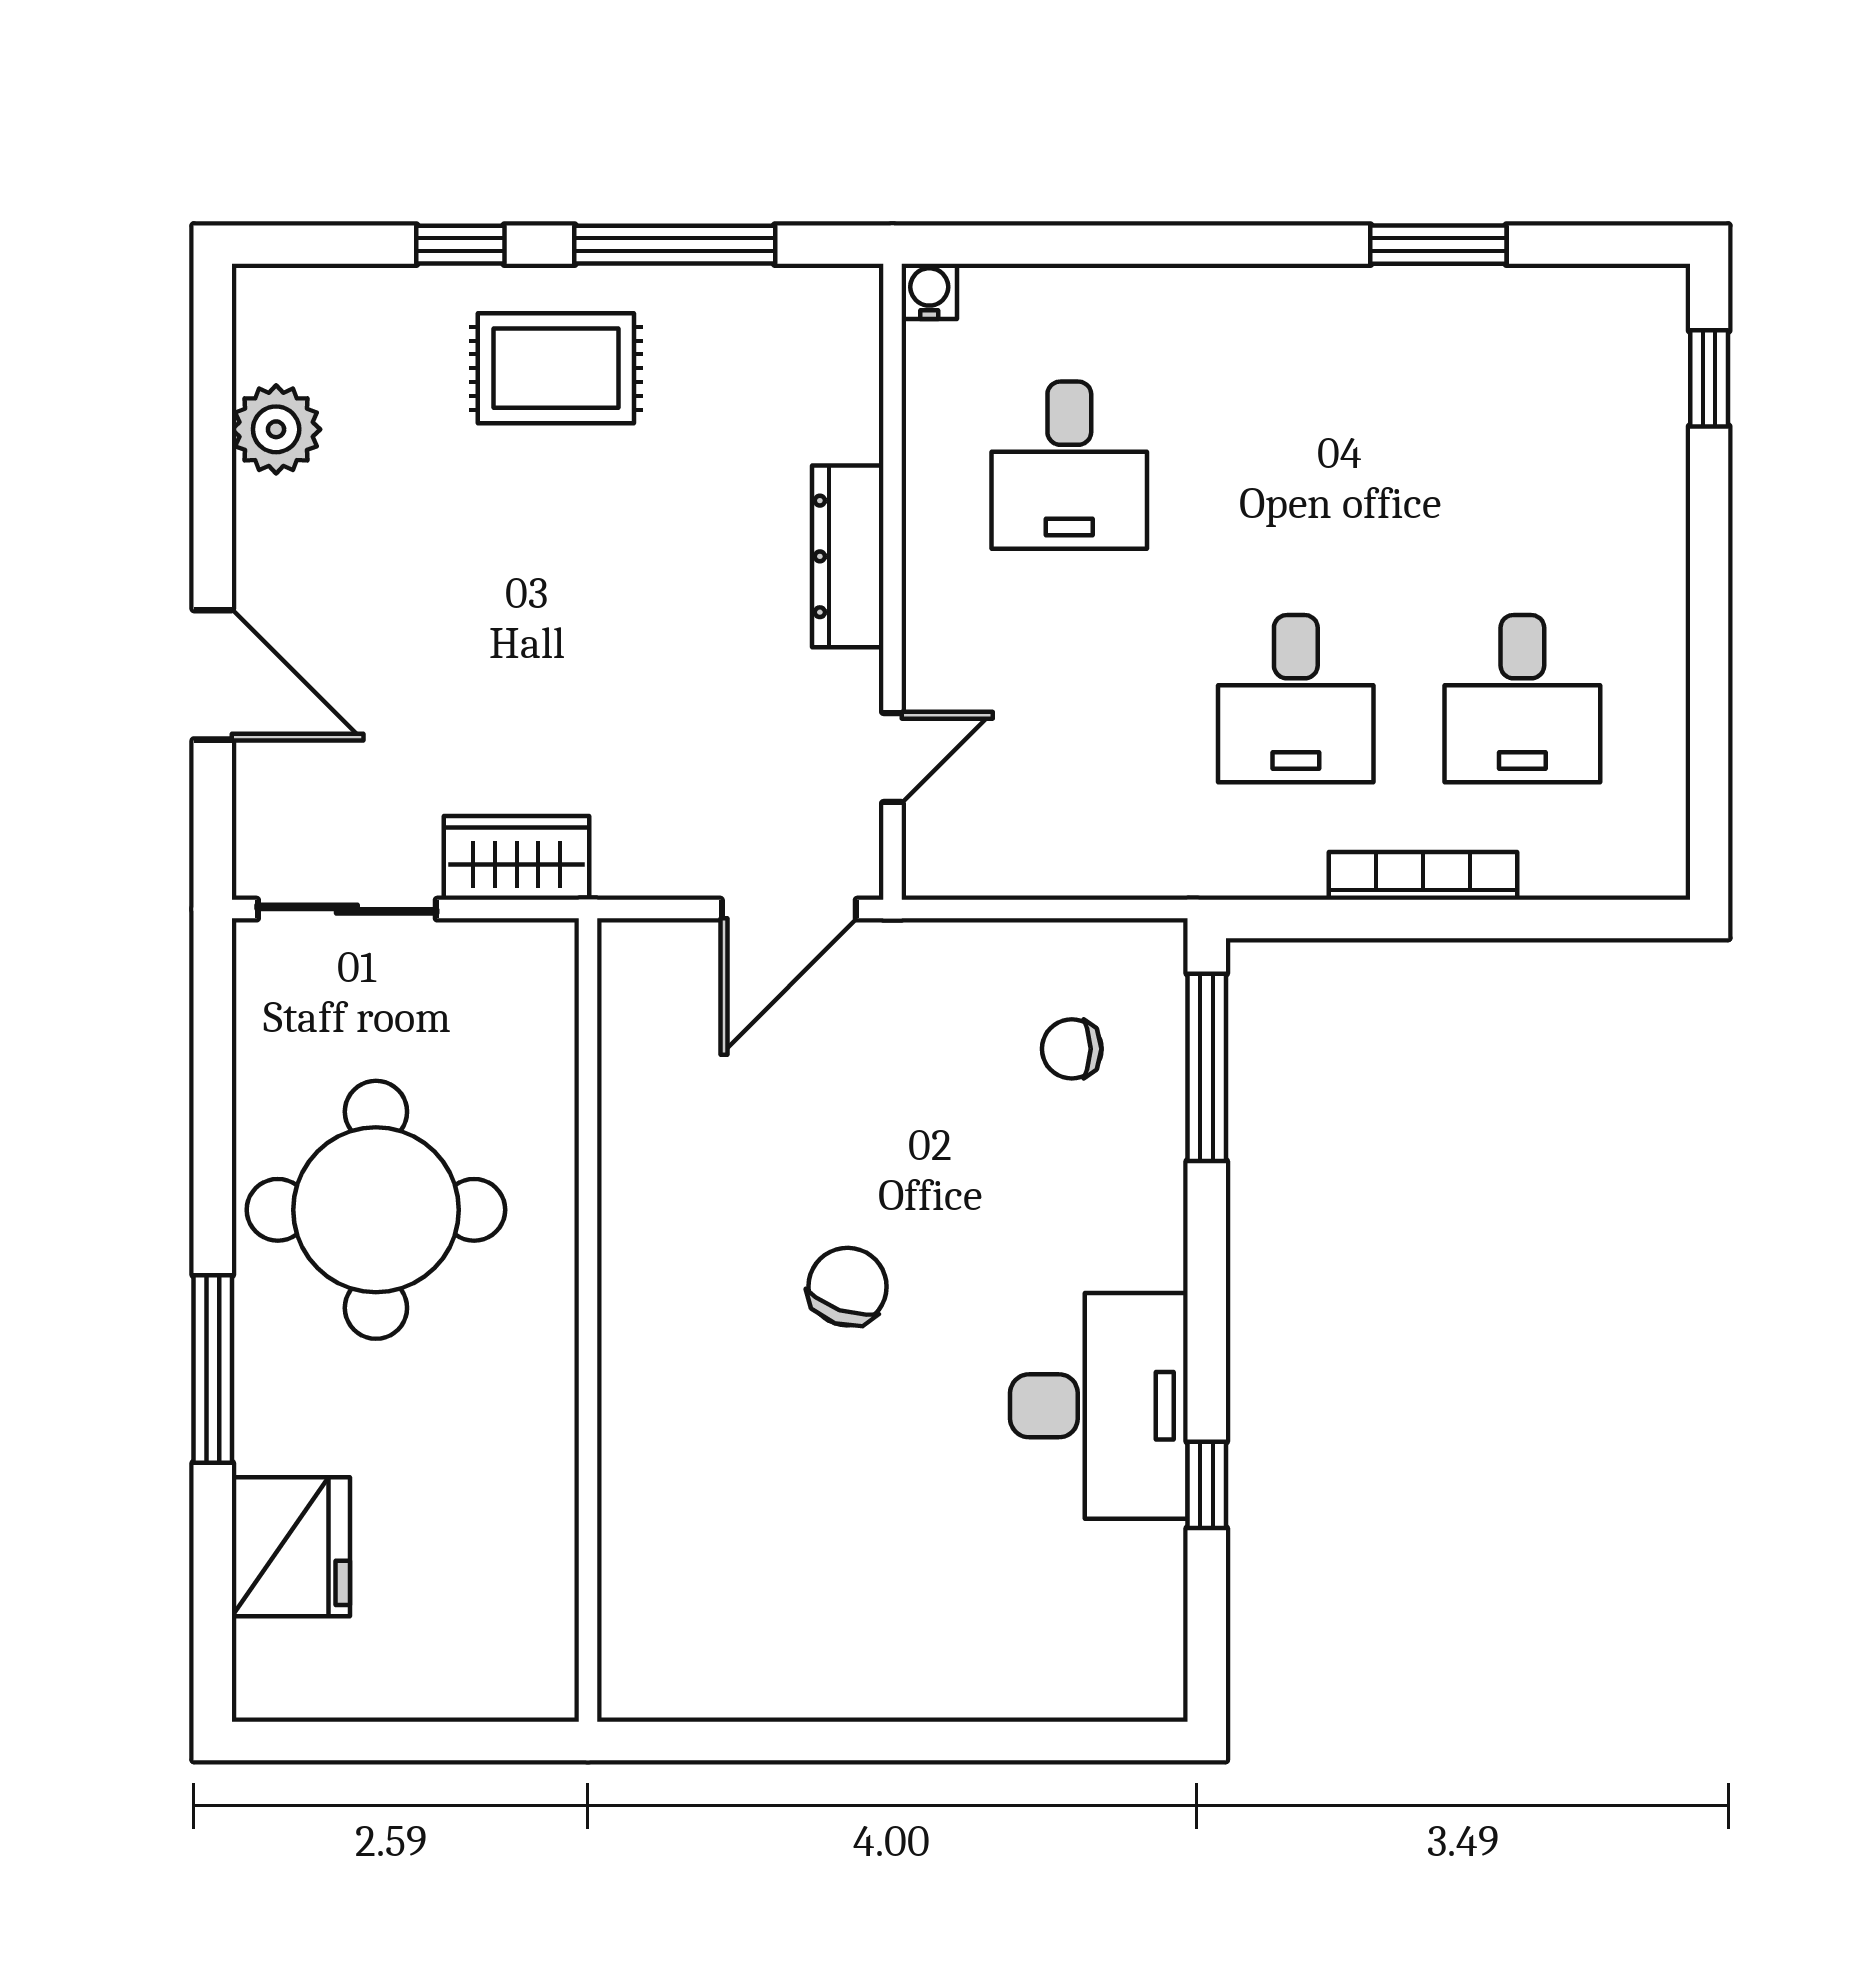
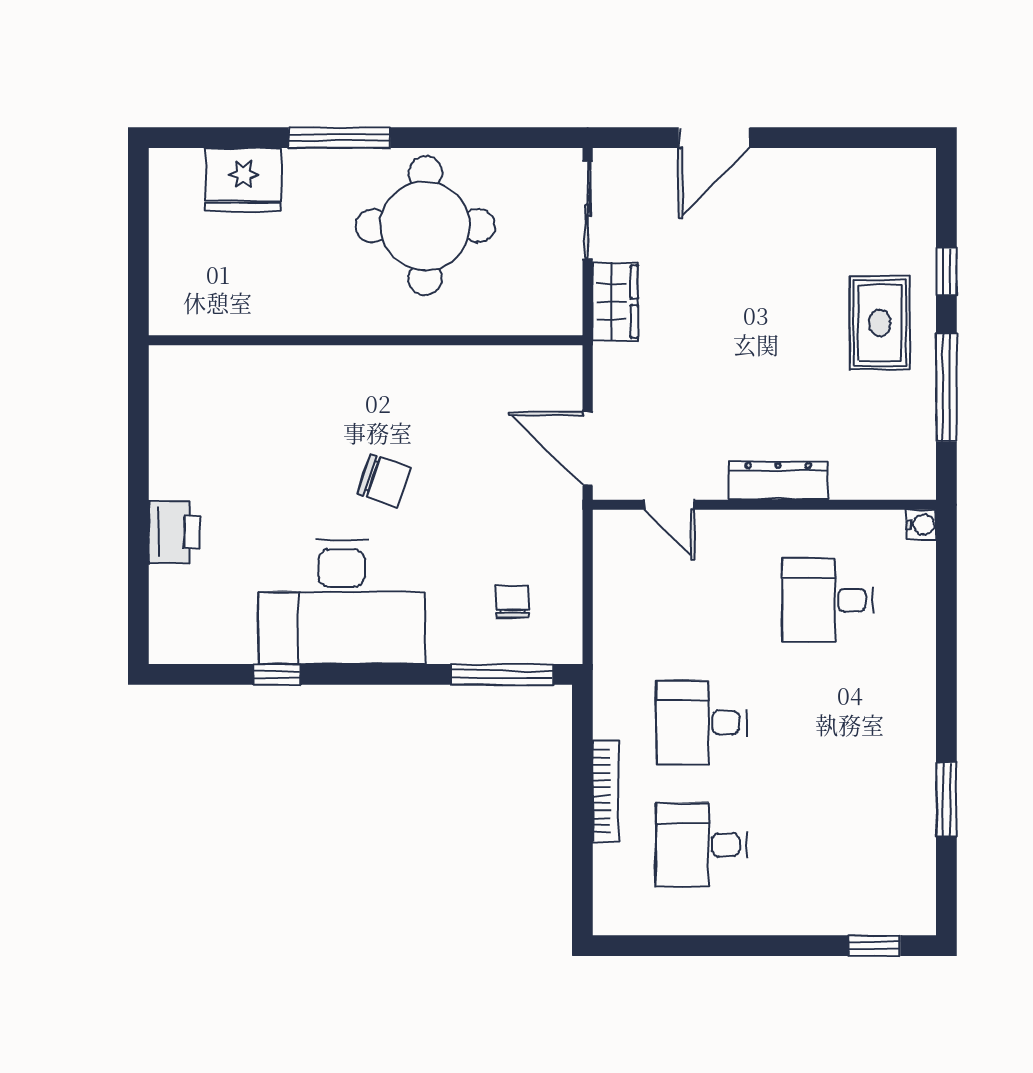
plant: (276, 429) -> (847, 172), removed
desk: (1099, 1406) -> (342, 602), width x1.36, depth x1.30
printer: (943, 1674) -> (174, 532), added

